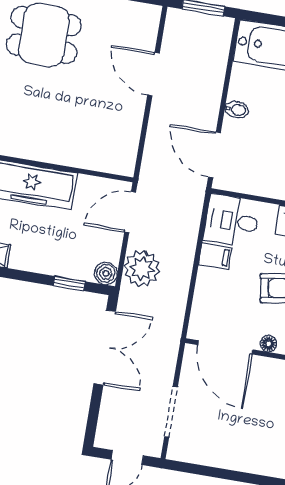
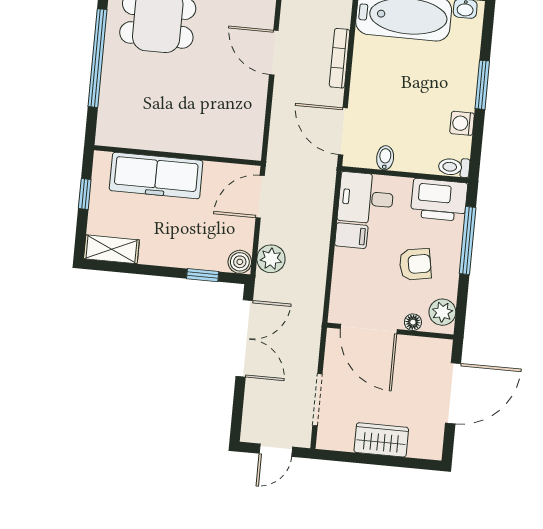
bookcase: (216, 84) -> (340, 58), added
bidet: (237, 110) -> (385, 158), moved, turned -90
plant: (142, 269) -> (271, 259), width x0.73, depth x0.73
wardrobe: (230, 455) -> (381, 440), added

